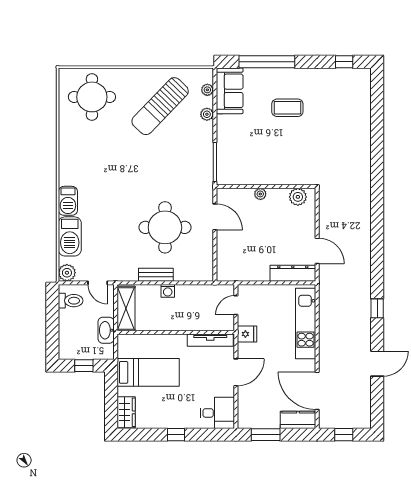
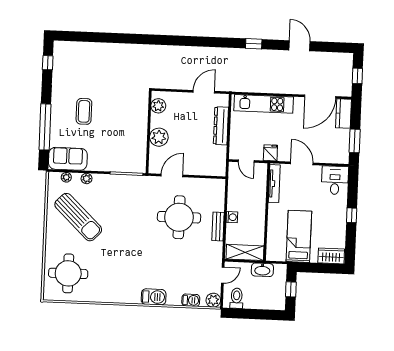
plant: (260, 194) -> (159, 137), width x1.88, depth x1.88
barbecue: (70, 236) -> (191, 300), width x0.53, depth x0.65
dresser: (293, 273) -> (221, 126), moved

